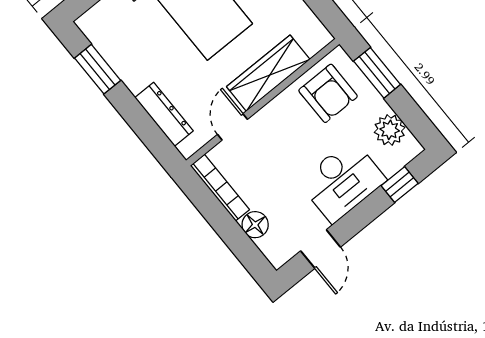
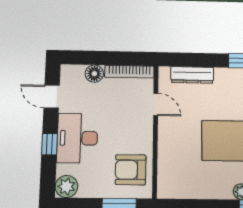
wardrobe: (268, 73) -> (168, 147), removed
plant: (390, 130) -> (66, 186), moved
window: (400, 185) -> (49, 144), moved

